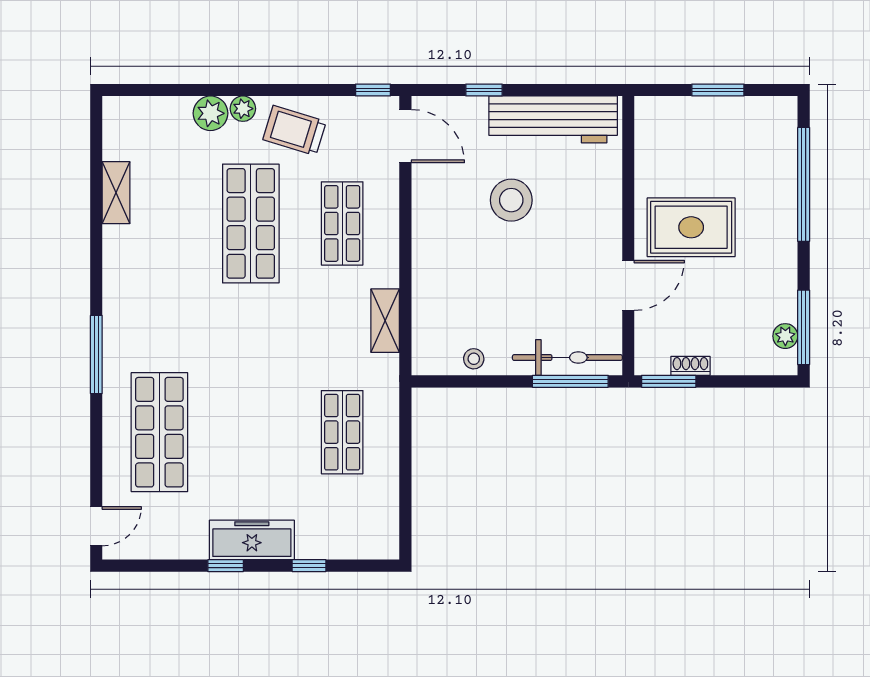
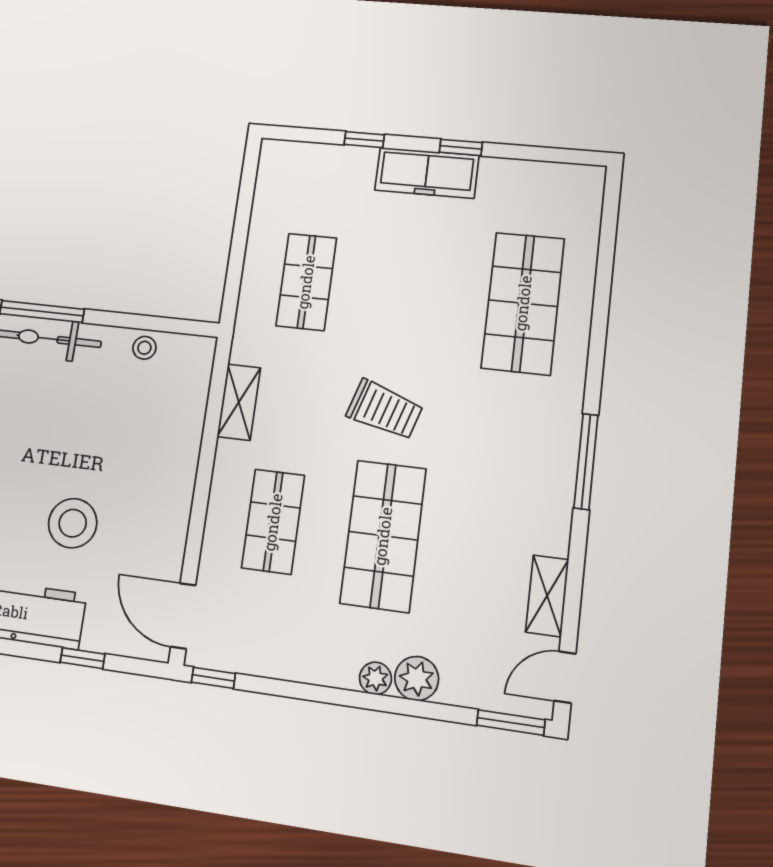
window: (134, 90) -> (511, 723), added
trolley: (295, 130) -> (385, 410), moved
window: (96, 355) -> (586, 461), moved
door: (96, 526) -> (565, 677), moved

